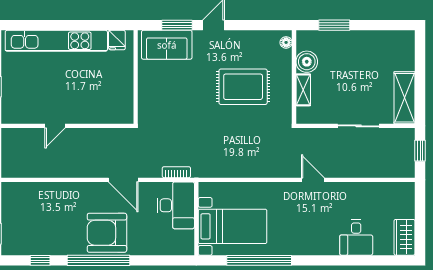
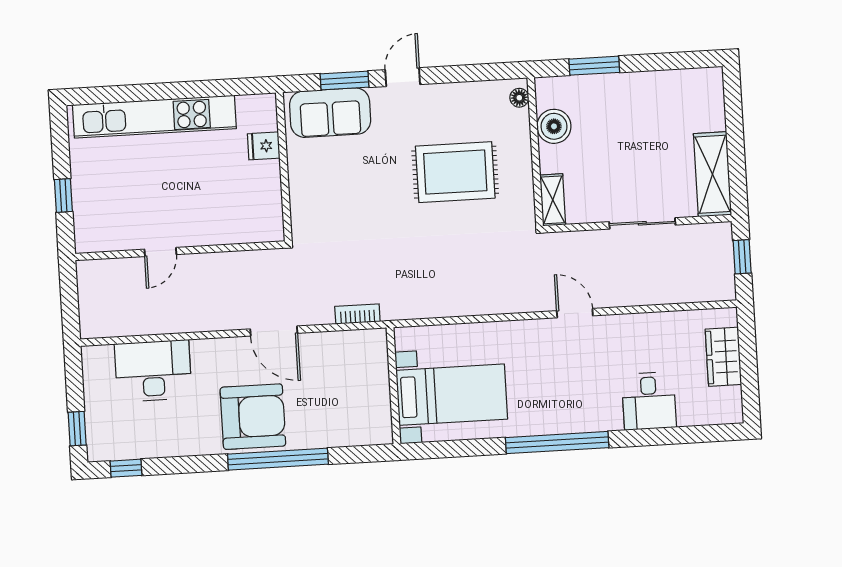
fridge: (117, 40) -> (264, 146), moved, turned 90
shelving: (303, 90) -> (553, 200), moved
desk: (176, 205) -> (153, 371), moved, turned -90
armchair: (107, 233) -> (253, 417), turned 180
wardrobe: (405, 237) -> (723, 357), moved
window: (40, 260) -> (126, 468), moved
window: (99, 260) -> (278, 459), moved
window: (259, 260) -> (557, 443), moved

